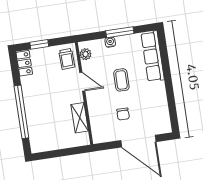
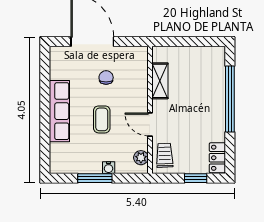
row of seats: (153, 56) -> (59, 111), moved

